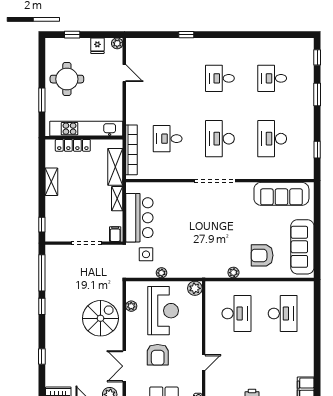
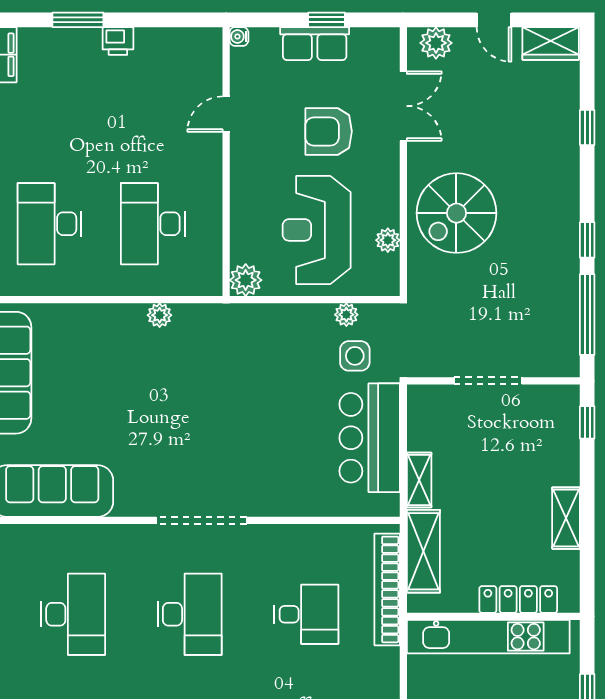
filing cabinet: (115, 234) -> (424, 401), removed
armchair: (262, 255) -> (96, 353), removed
plant: (161, 273) -> (346, 315), moved
armchair: (158, 355) -> (329, 131), turned -90

